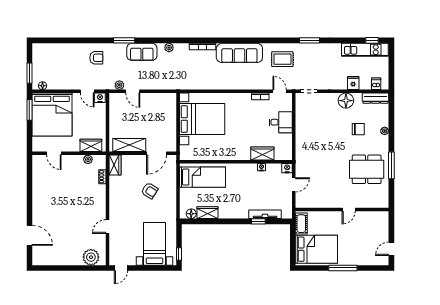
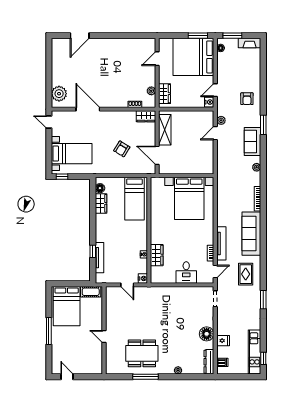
fireplace: (37, 55) -> (250, 43), added
tv unit: (250, 85) -> (221, 243), added
chair: (358, 129) -> (180, 346), removed
dining table: (367, 169) -> (142, 353), turned 90
door: (107, 227) -> (88, 109), width x1.87

